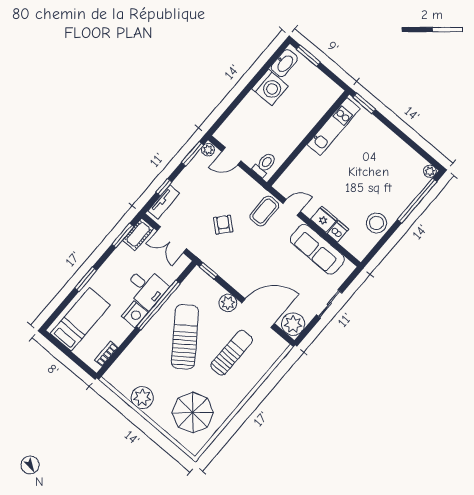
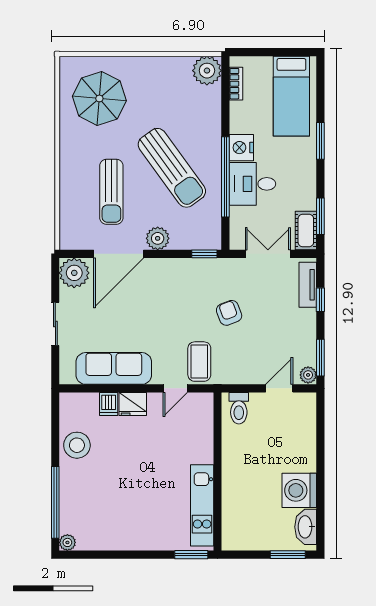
armchair: (223, 225) -> (229, 313), turned -152
plant: (142, 398) -> (207, 71), moved

